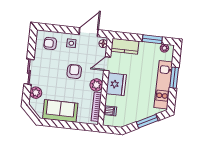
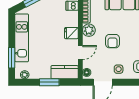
window: (152, 39) -> (49, 82), moved
window: (174, 78) -> (12, 58), moved
fridge: (116, 84) -> (71, 33), width x0.53, depth x0.75

